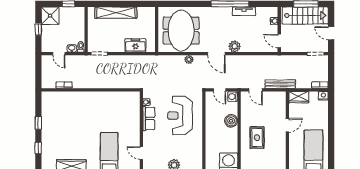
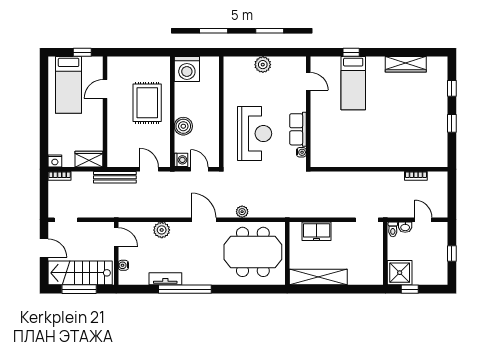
shelving: (116, 13) -> (318, 277), moved
shower: (50, 16) -> (400, 273), moved
meeting table: (181, 31) -> (253, 252), turned 90
plant: (235, 46) -> (162, 230), moved
door: (287, 125) -> (105, 89), moved
rug: (257, 138) -> (147, 103), width x1.36, depth x1.43

